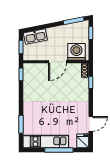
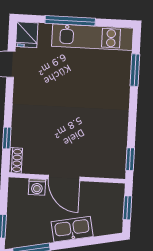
kitchen sink: (35, 36) -> (72, 229), moved
washing machine: (76, 52) -> (37, 187), width x0.53, depth x0.53
door: (58, 62) -> (64, 178), swing flipped

